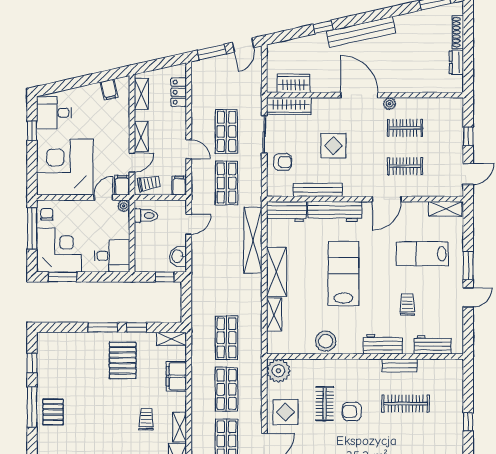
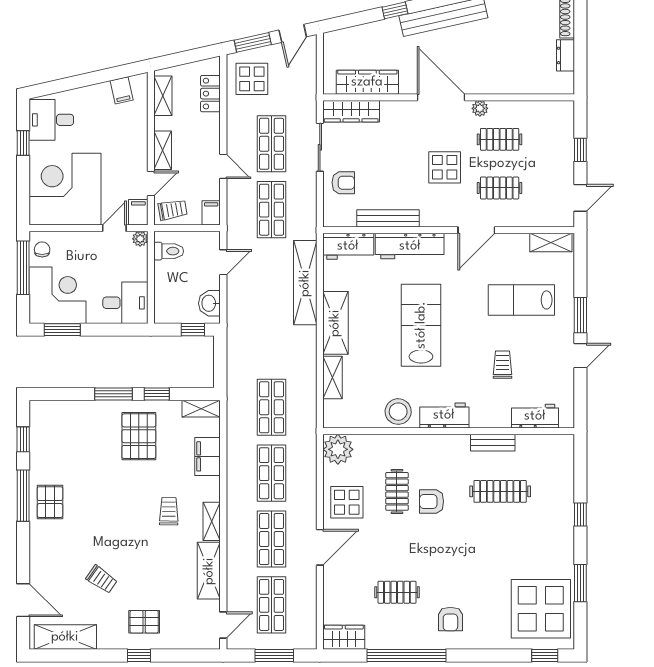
display table: (211, 81) -> (252, 79), added
wardrobe: (293, 83) -> (367, 82), width x1.50
display table: (333, 146) -> (445, 167), moved
workbench: (383, 344) -> (444, 415), moved

